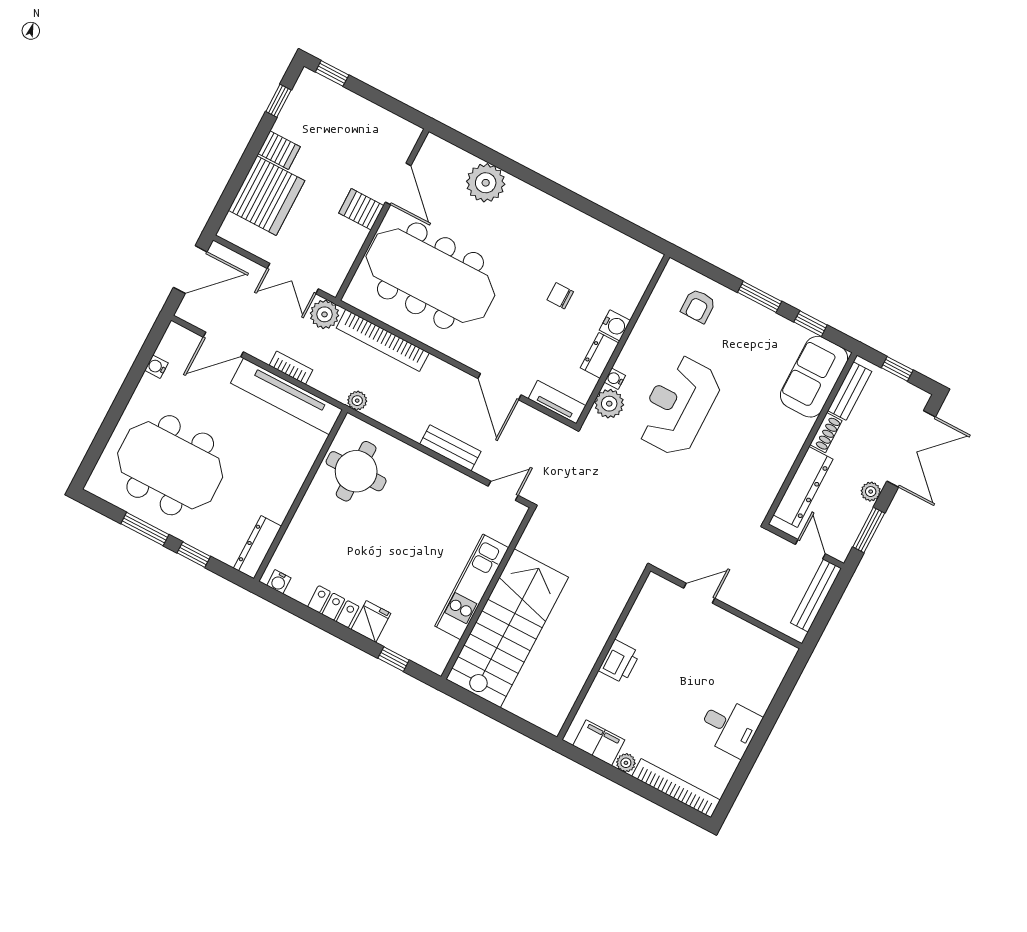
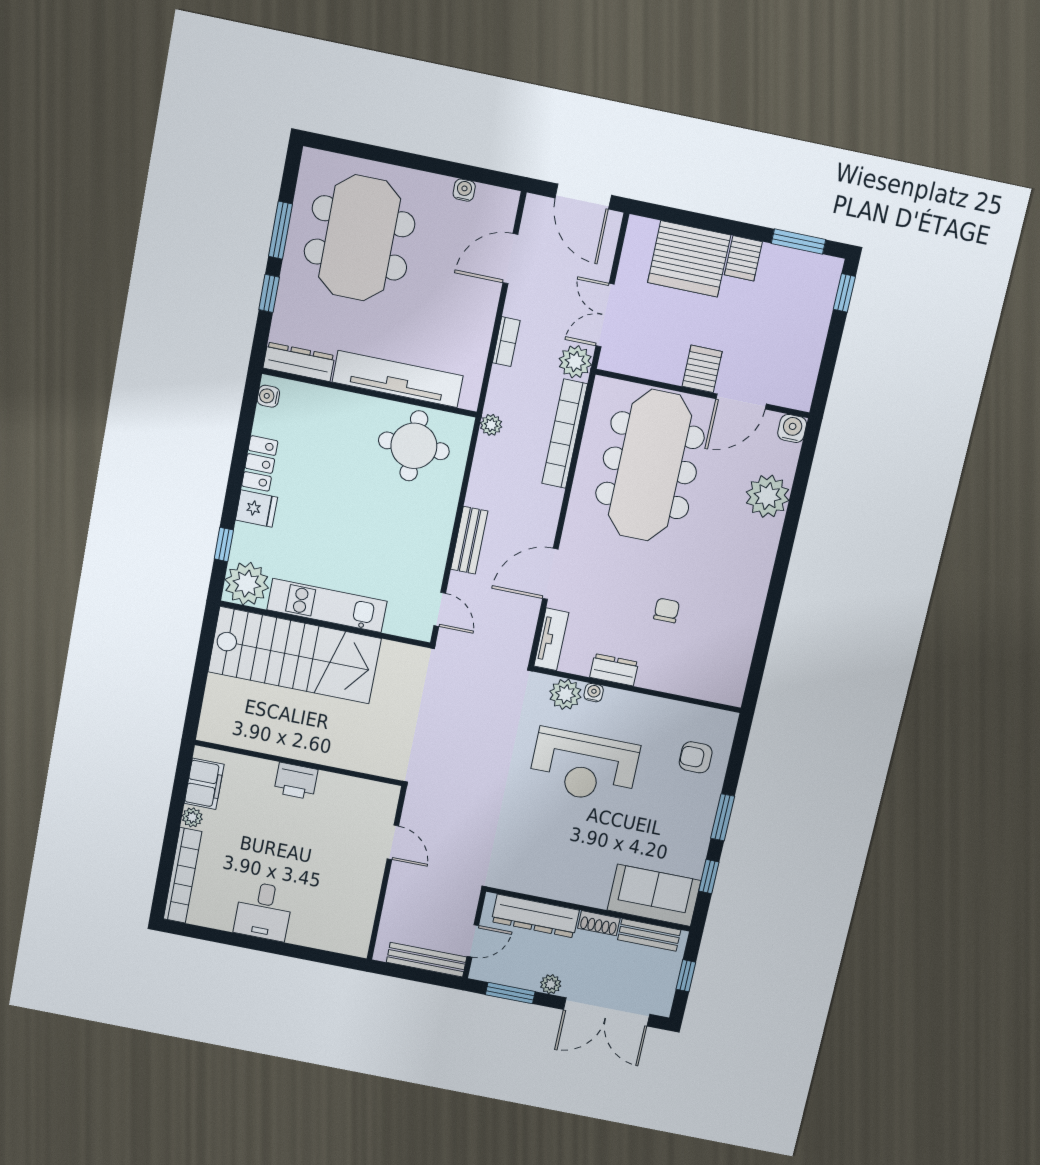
window: (278, 101) -> (799, 241), width x1.50
water cooler: (615, 325) -> (792, 428), moved, turned 180
door: (223, 344) -> (510, 259), hinge flipped
tv unit: (286, 396) -> (398, 379), moved, turned 90
reception desk: (678, 406) -> (584, 766), turned 180
plant: (433, 650) -> (247, 584), added

